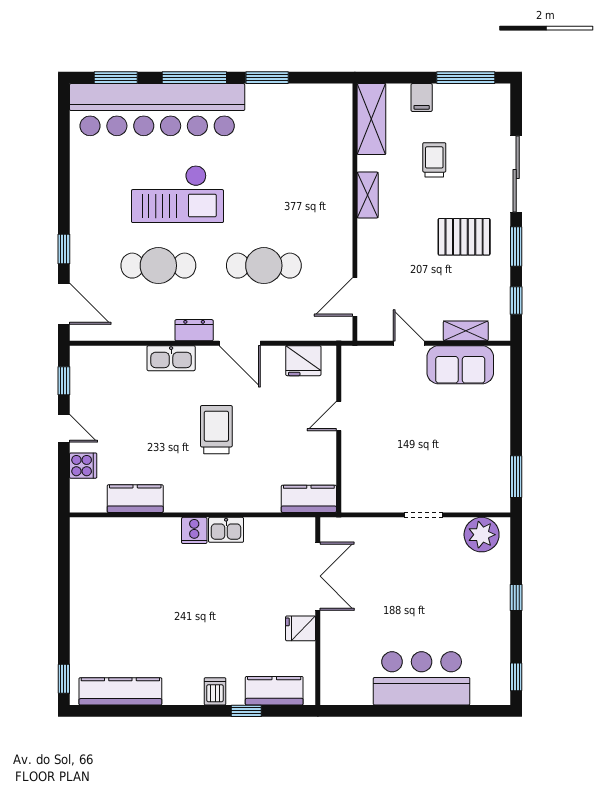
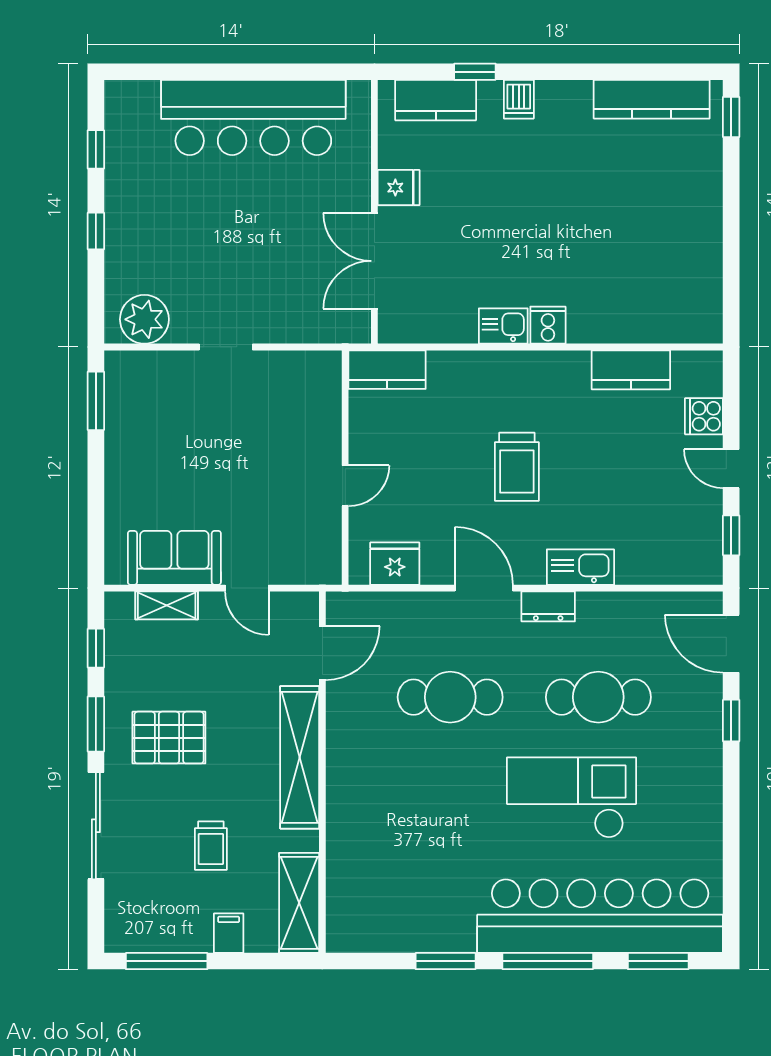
shelving: (368, 195) -> (300, 757), width x2.20, depth x1.33
window: (516, 677) -> (96, 149), moved
bar counter: (422, 678) -> (253, 117), width x1.36

